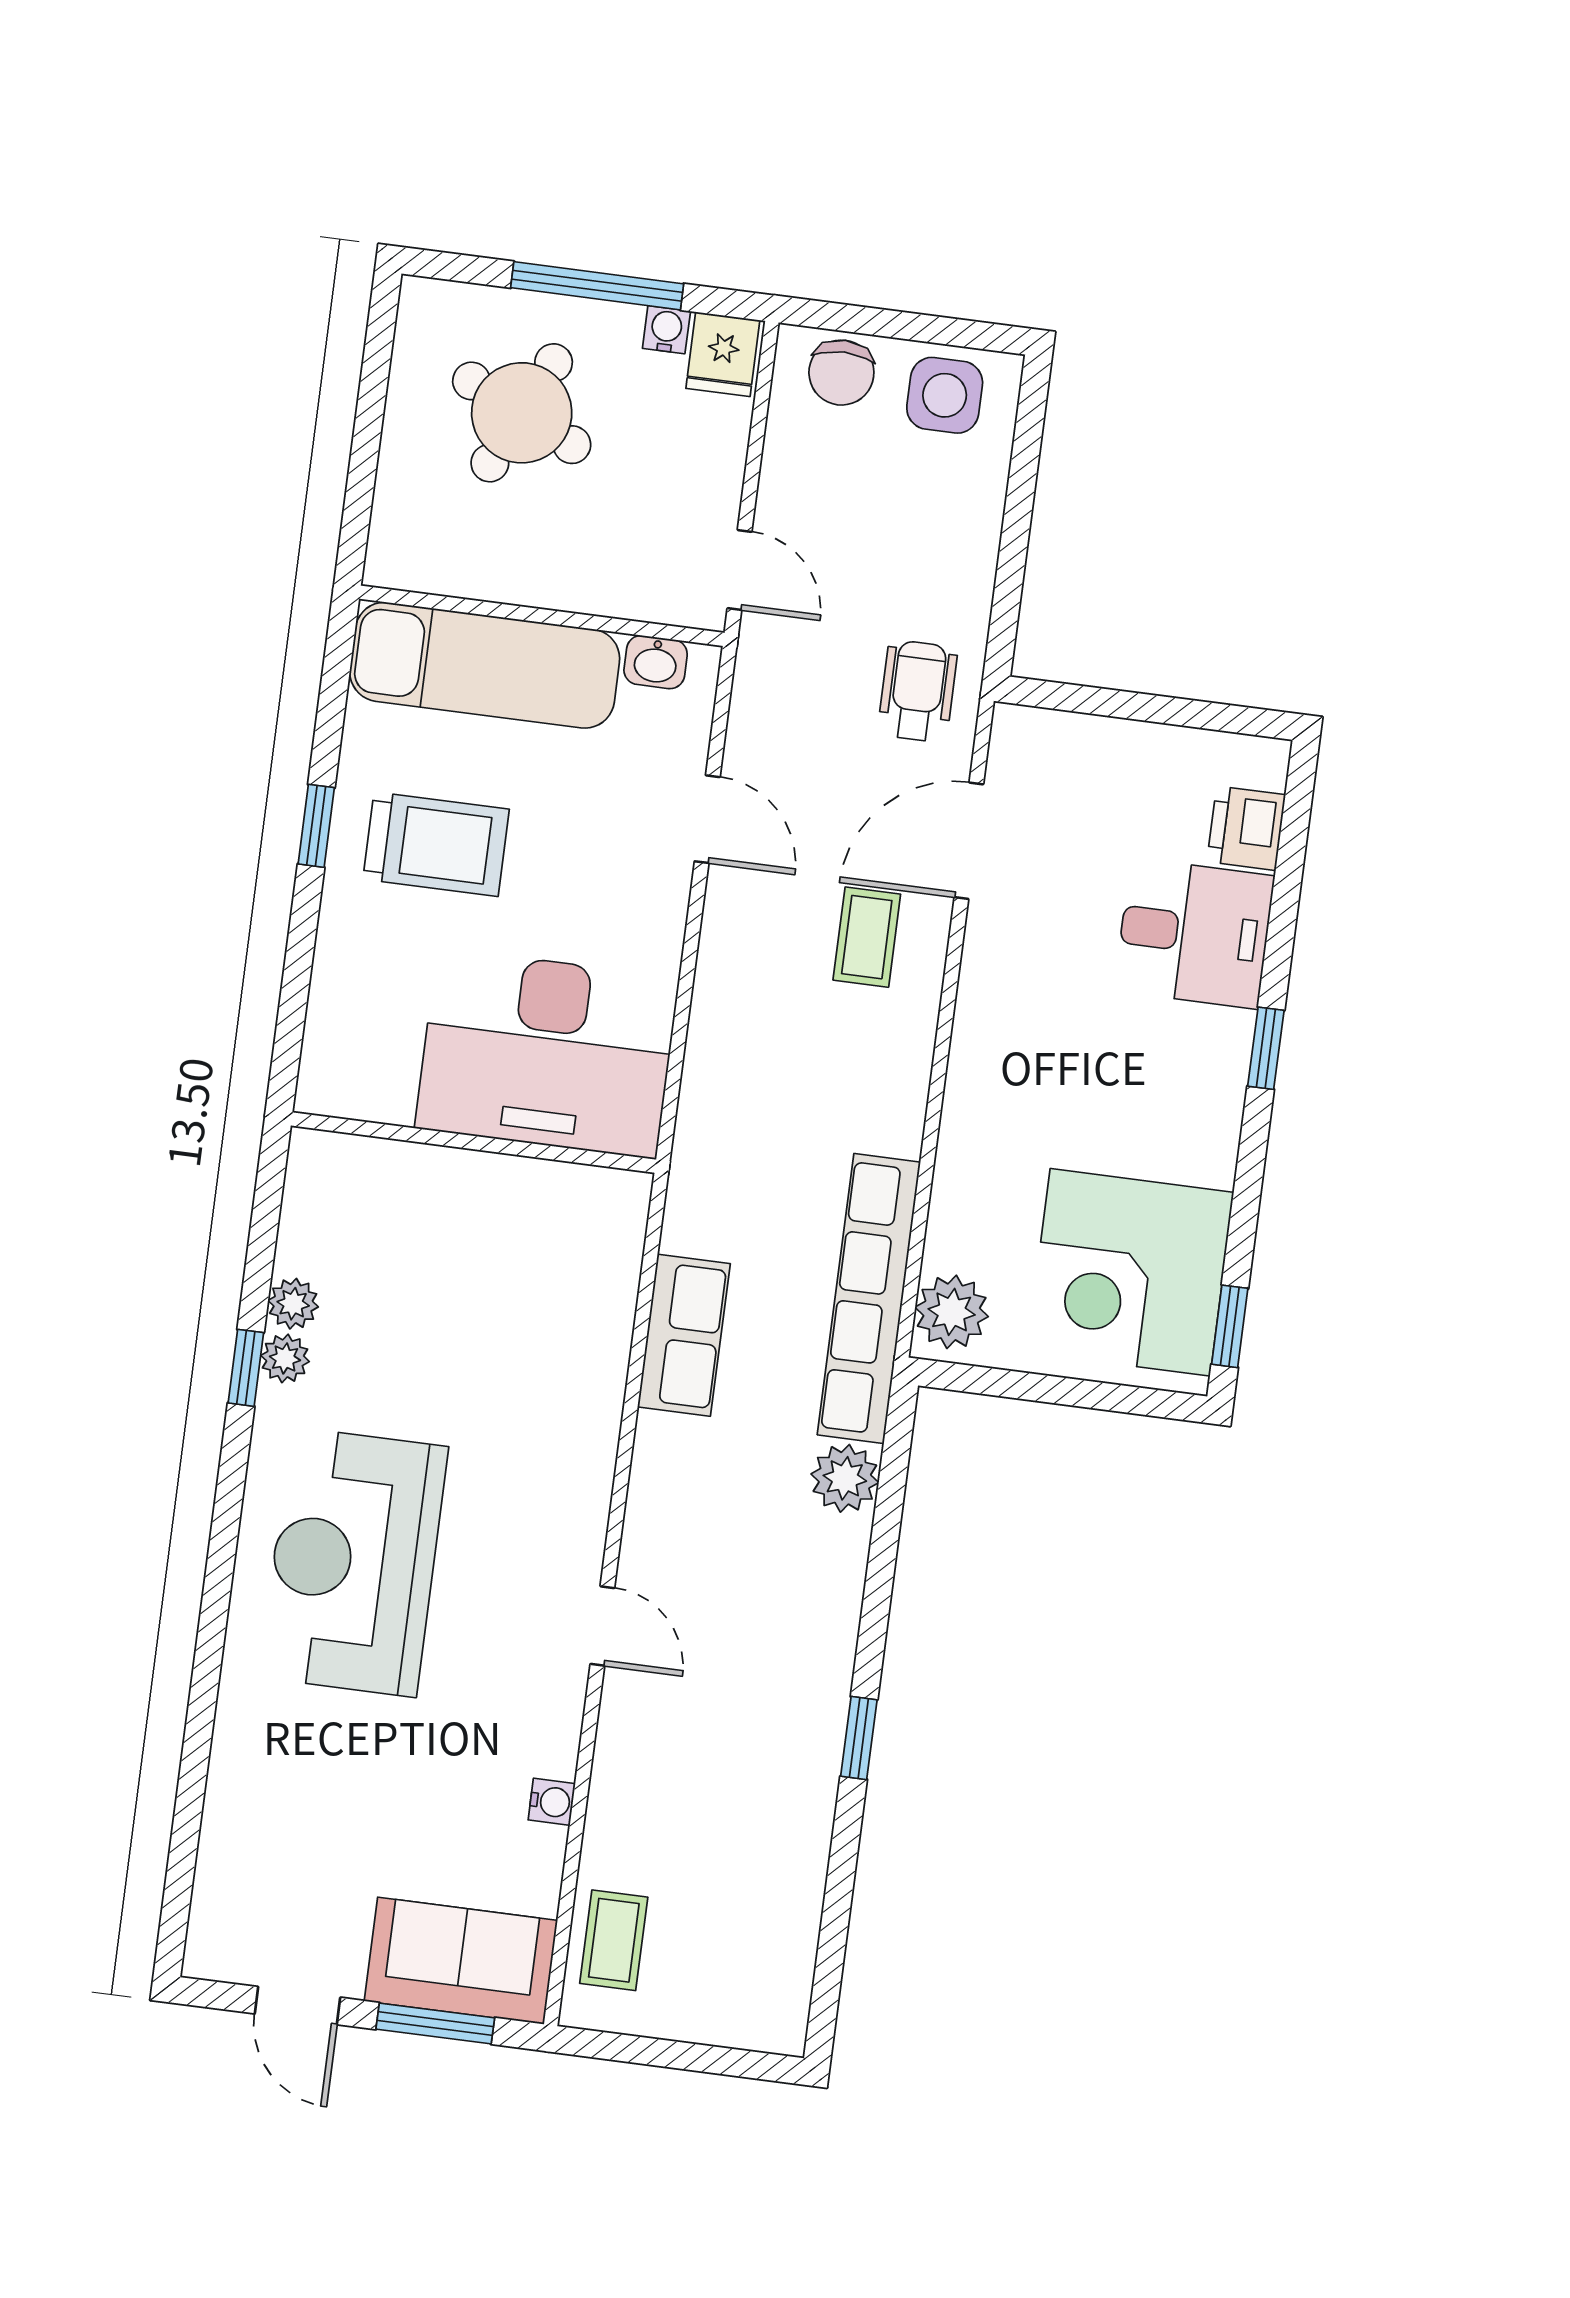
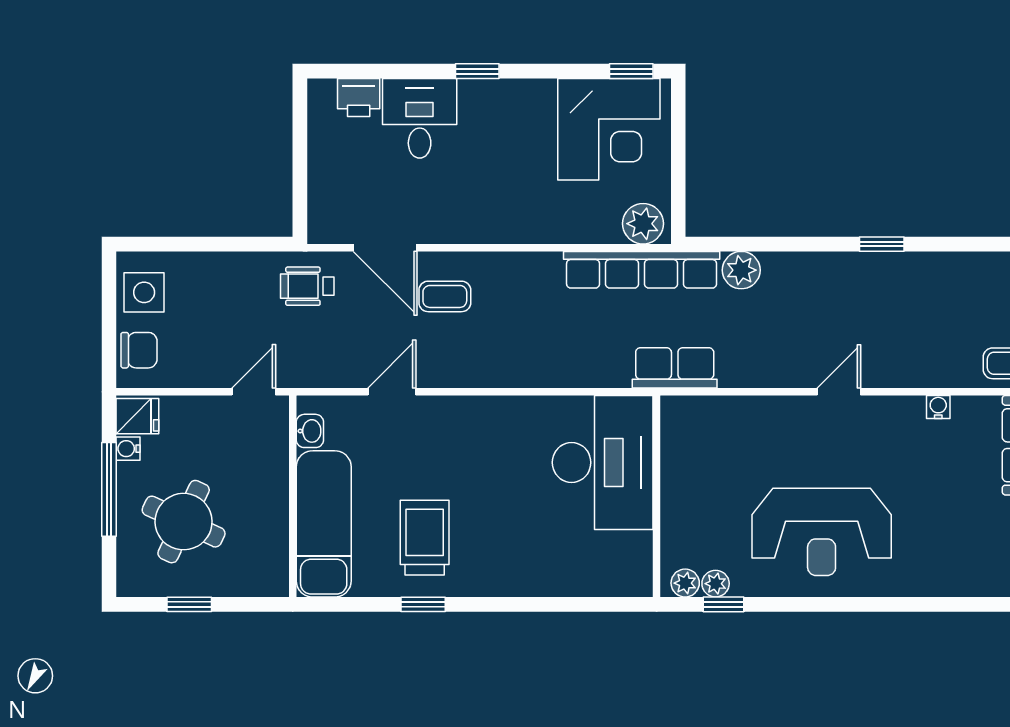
window: (371, 404) -> (189, 604), added
desk: (547, 1053) -> (603, 462), moved
wall: (473, 1142) -> (657, 496), moved

